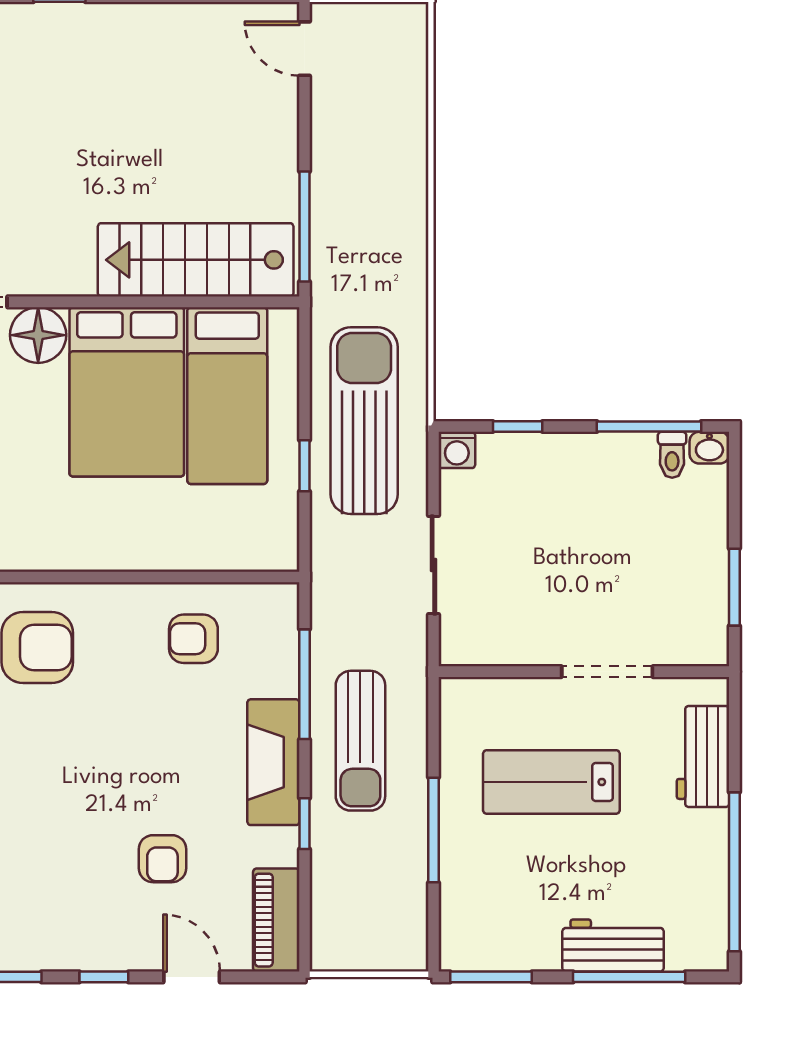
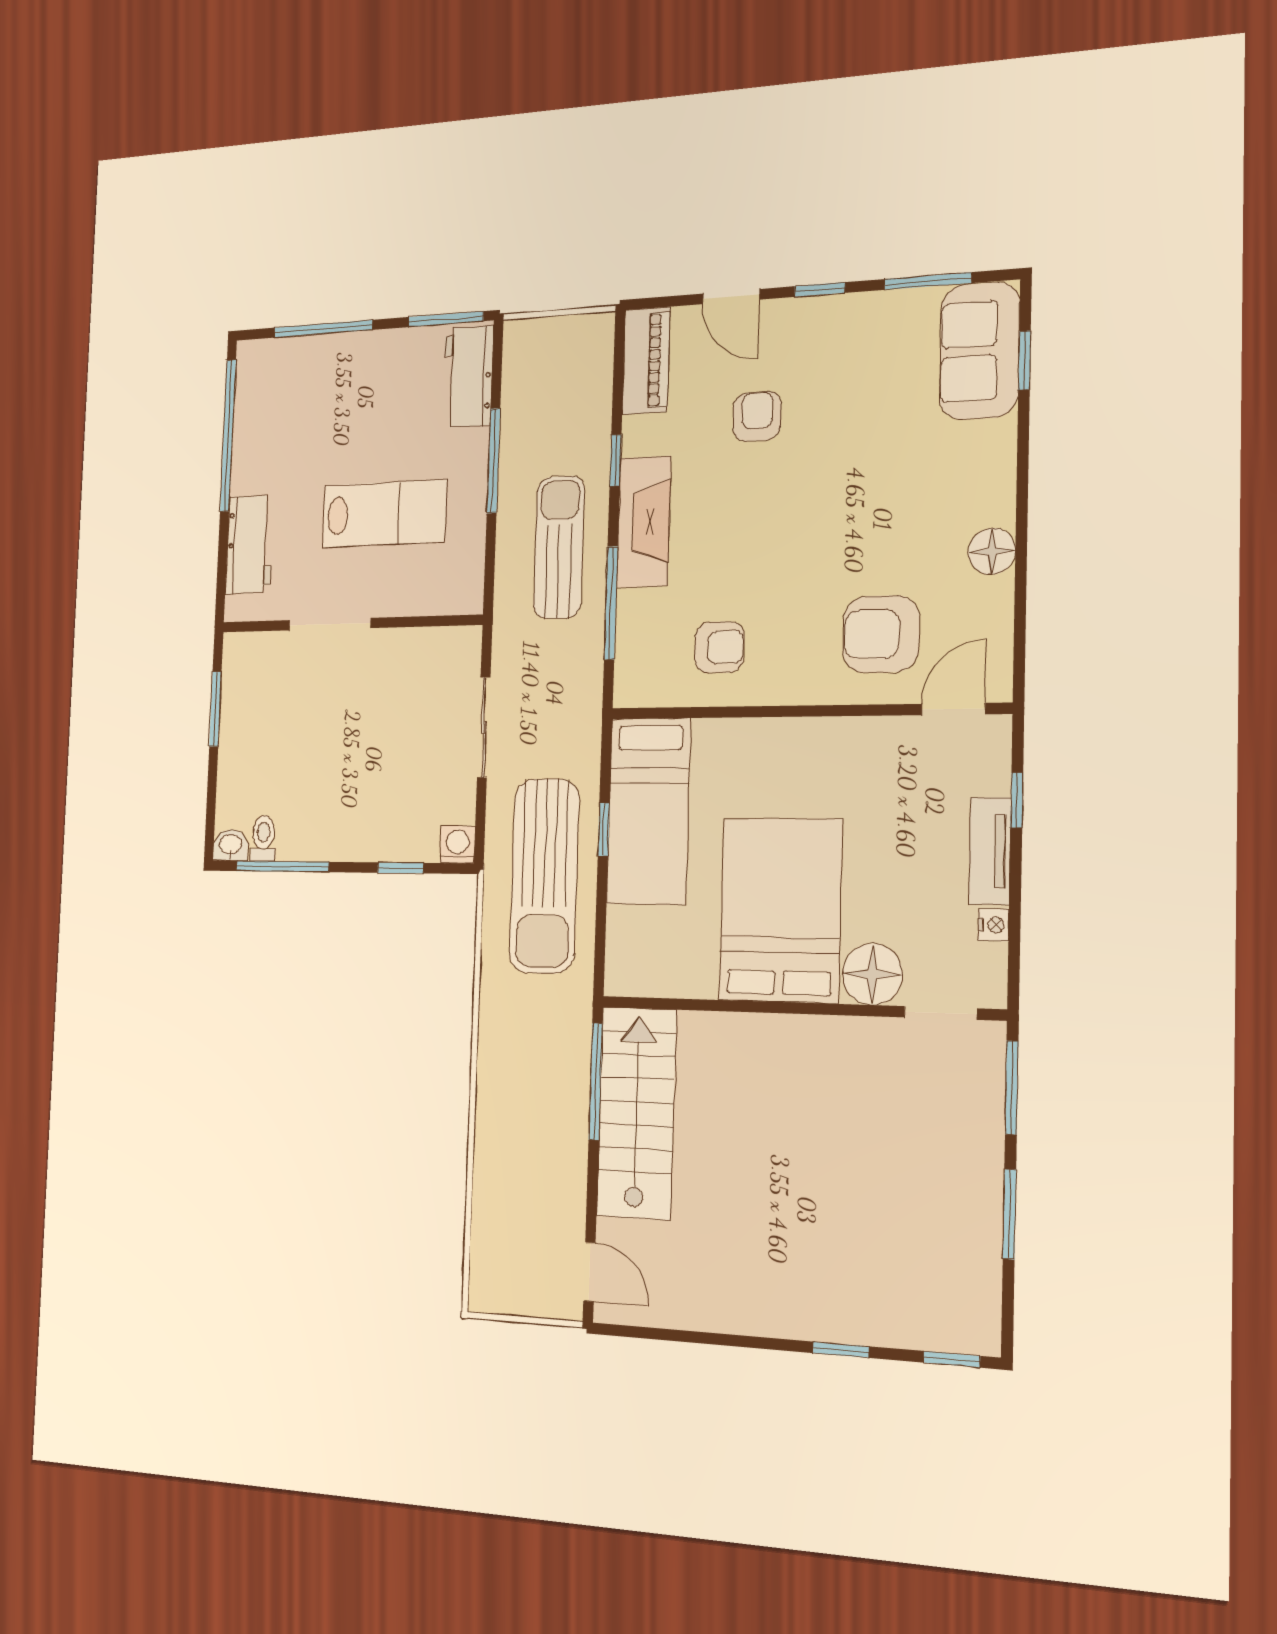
stairs: (196, 260) -> (636, 1113), moved, turned -90
bed: (227, 396) -> (649, 811), moved, turned 180
workbench: (613, 946) -> (468, 377), moved, turned 90

